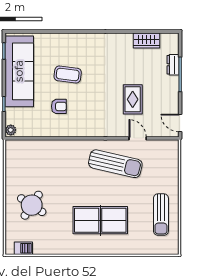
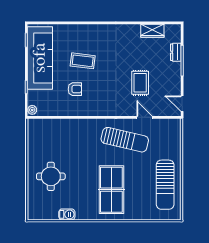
round table: (32, 205) -> (51, 176), turned -33
sun lounger: (161, 215) -> (165, 185), width x1.36, depth x1.34
table tennis table: (100, 220) -> (111, 190), turned 90
barbecue: (23, 248) -> (67, 214), moved

